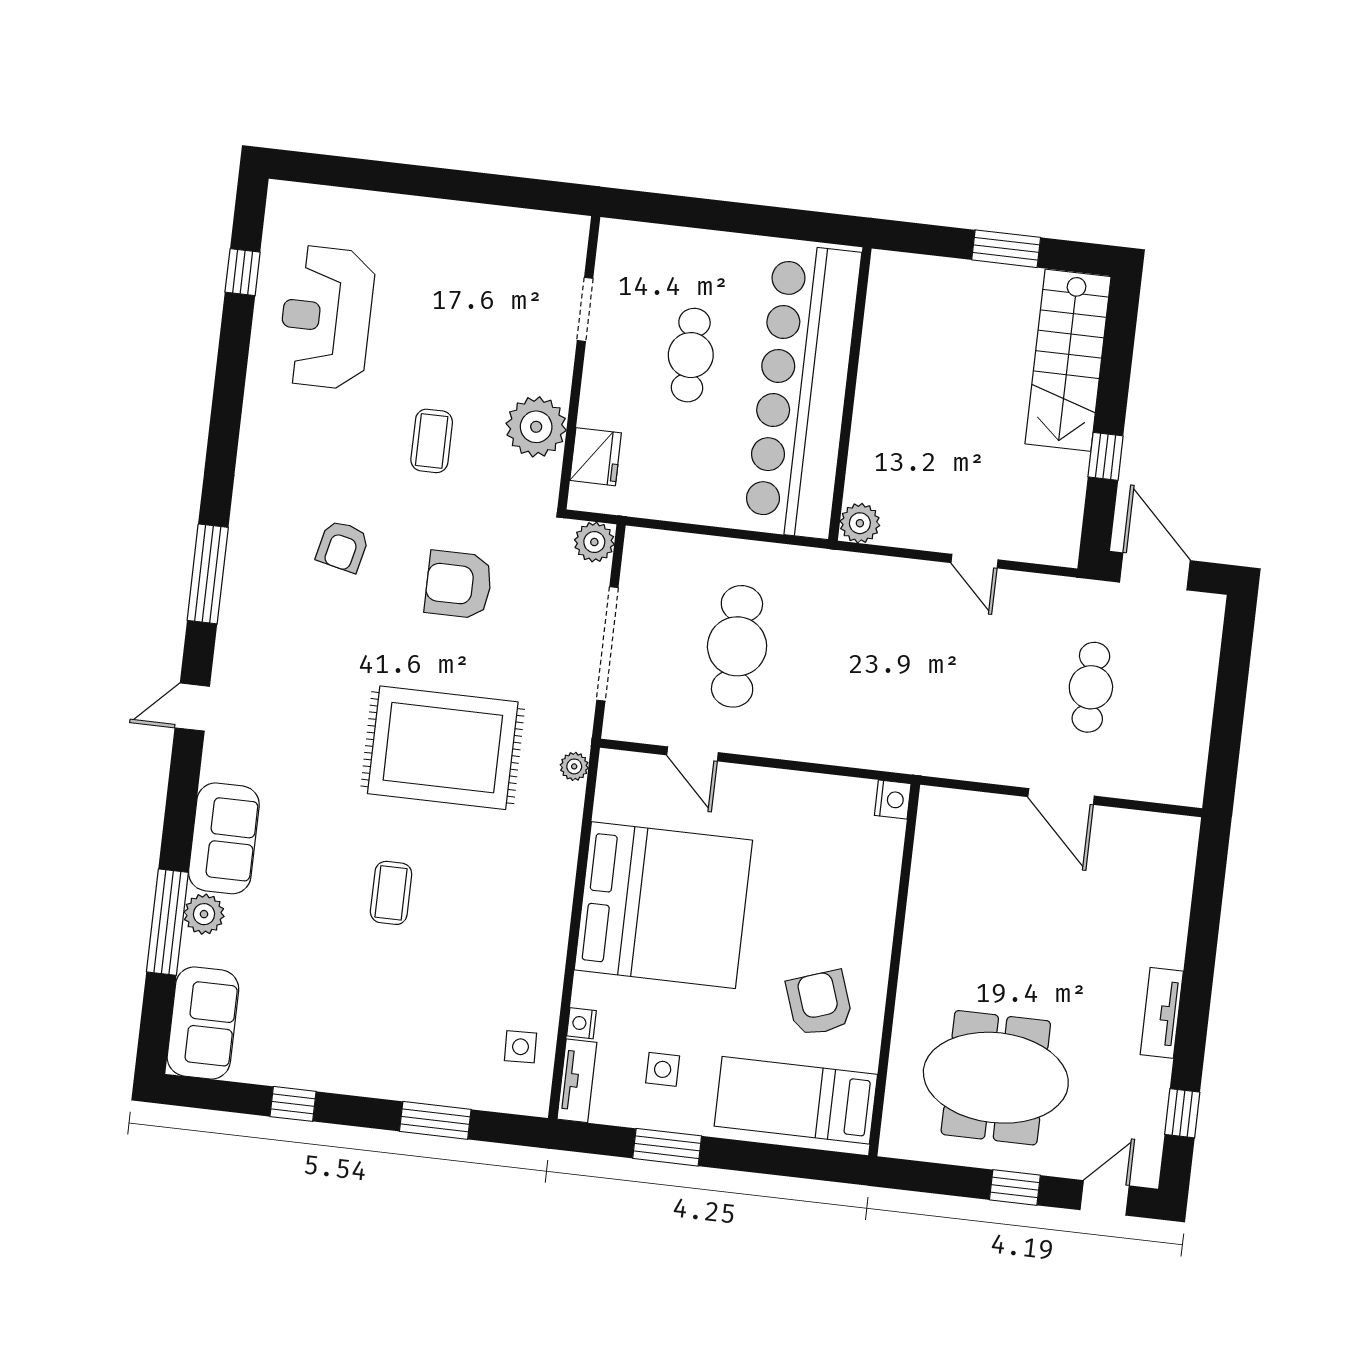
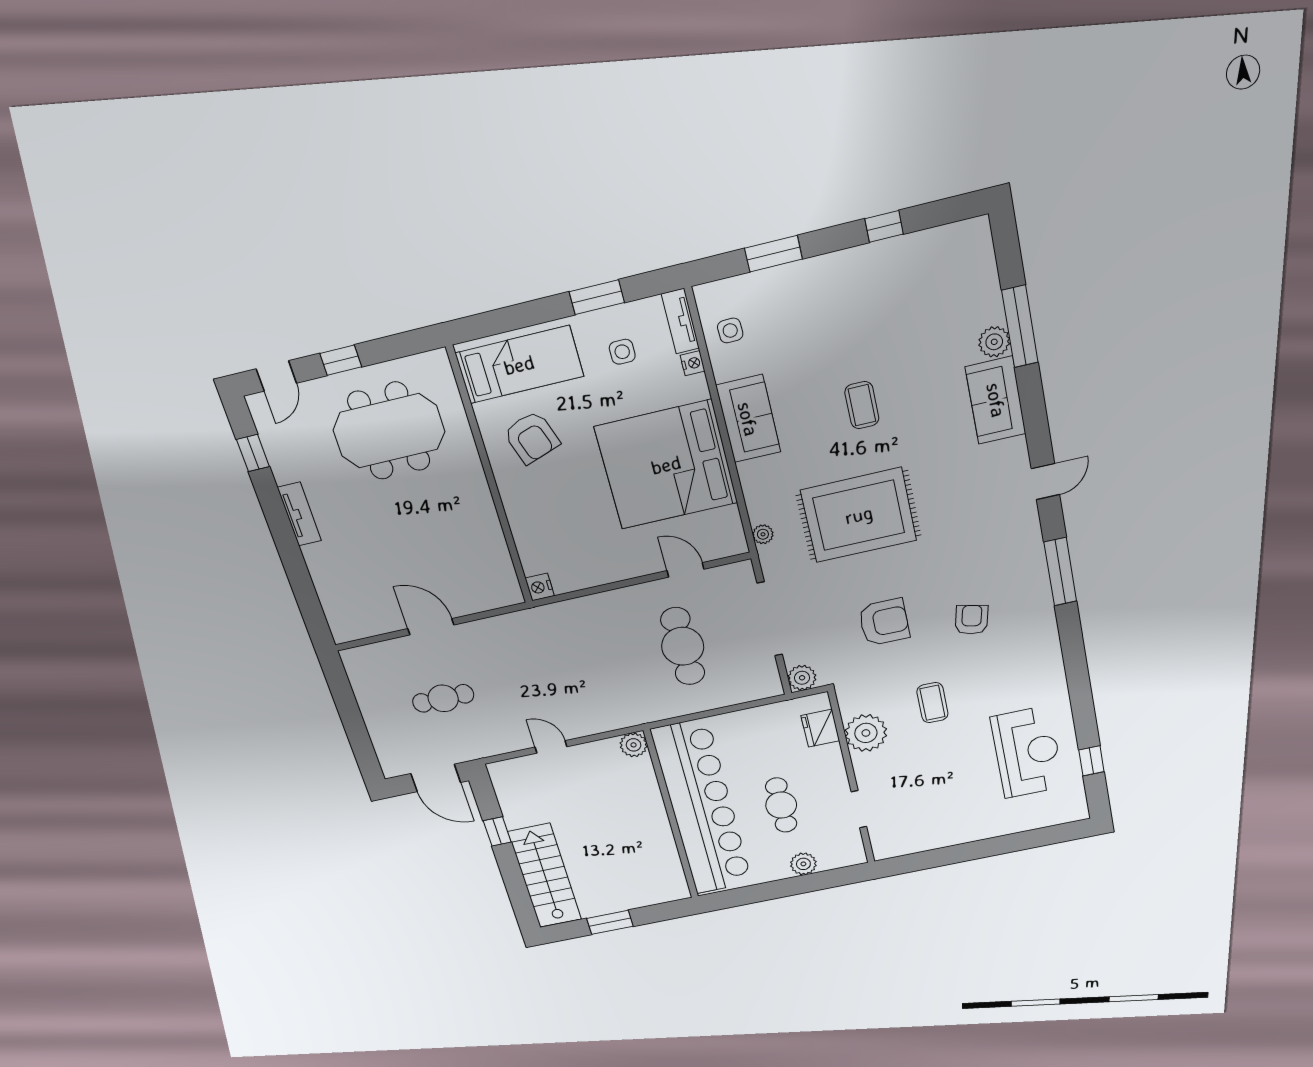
plant: (693, 248) -> (803, 864), added
cafe table: (1091, 687) -> (443, 698), turned 90
sofa: (203, 1023) -> (748, 419), moved, turned 180

